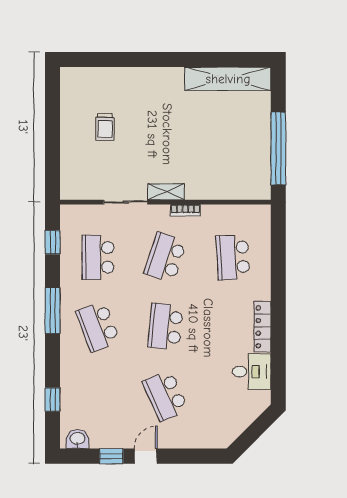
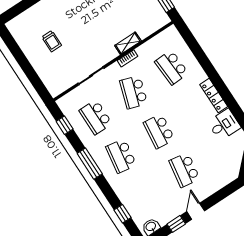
shelving: (166, 192) -> (128, 43), moved
school desk: (98, 327) -> (121, 156), turned 30
school desk: (165, 396) -> (185, 170), turned 33

